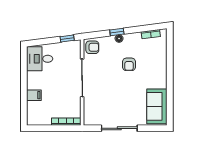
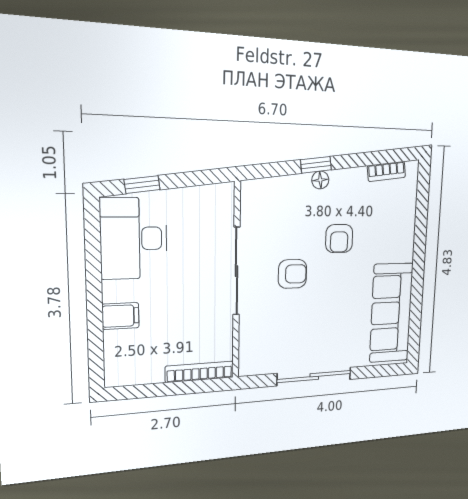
window: (67, 38) -> (142, 184), moved
armchair: (92, 47) -> (292, 274), moved
desk: (40, 59) -> (134, 238), width x1.37
sofa: (157, 106) -> (391, 313), width x1.36

